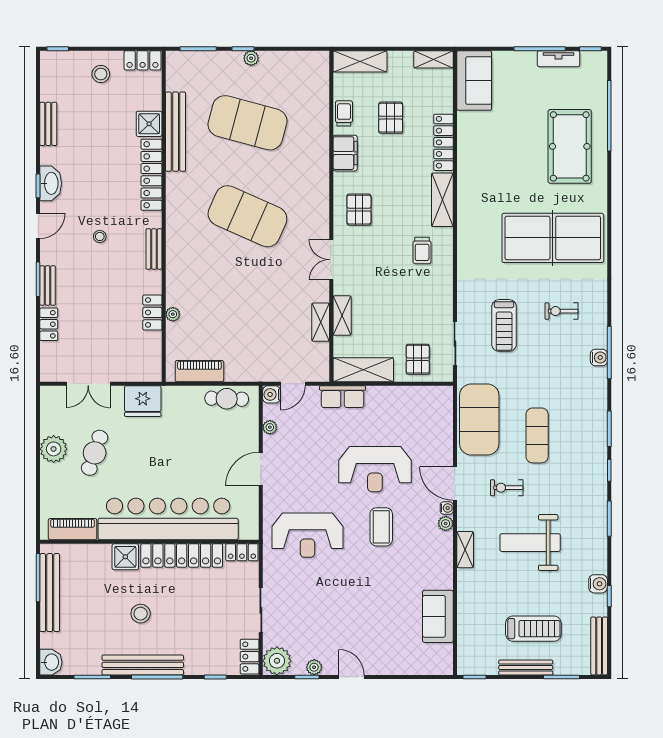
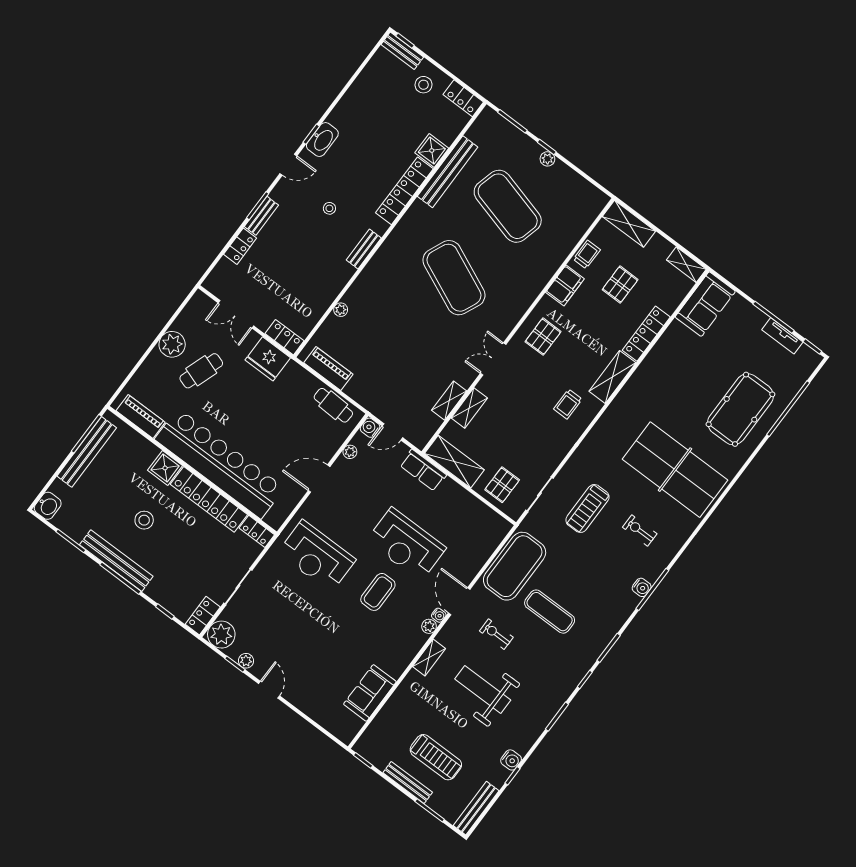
bench: (48, 124) -> (402, 51), moved, turned 90
locker: (152, 312) -> (285, 337), moved, turned 90
exercise mat: (537, 435) -> (550, 612), turned 90

